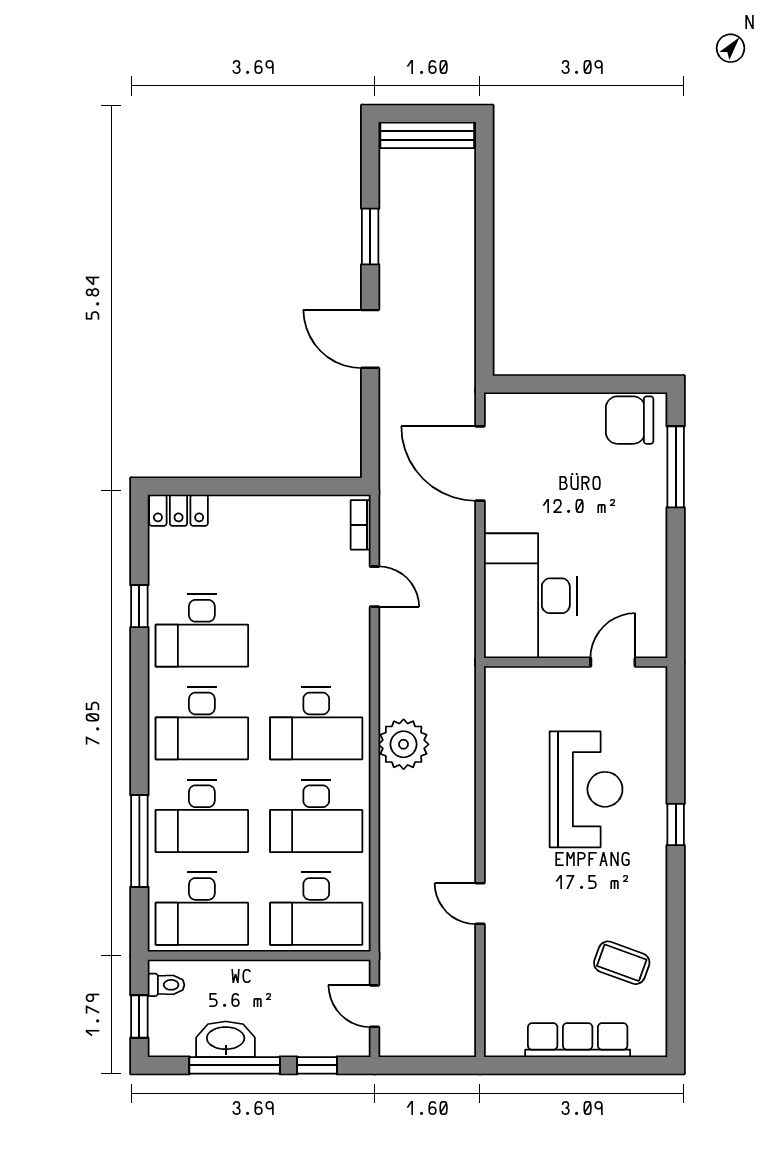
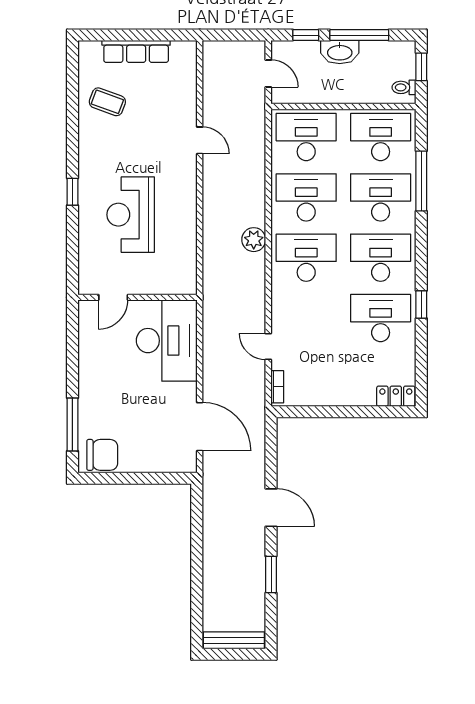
window: (139, 606) -> (421, 305), moved
plant: (404, 744) -> (254, 240), width x0.73, depth x0.73
washbasin: (226, 1039) -> (340, 52), moved

